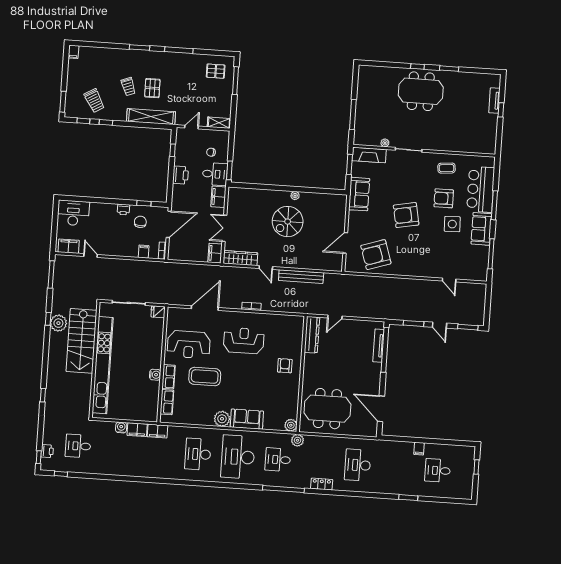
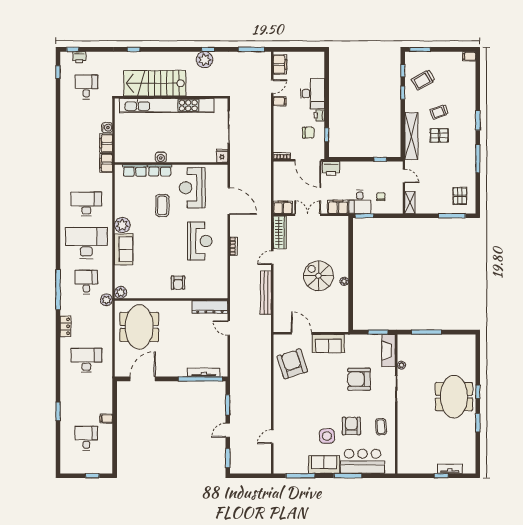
printer: (180, 175) -> (331, 169), moved
sofa: (359, 194) -> (328, 344), moved
desk: (73, 213) -> (313, 94), moved
armchair: (406, 215) -> (359, 379), moved, turned -79
filing cabinet: (144, 252) -> (280, 101), moved
stairs: (81, 341) -> (155, 83), moved
armchair: (285, 366) -> (178, 283), turned 90
coffee table: (205, 376) -> (162, 205), width x0.73, depth x0.76

